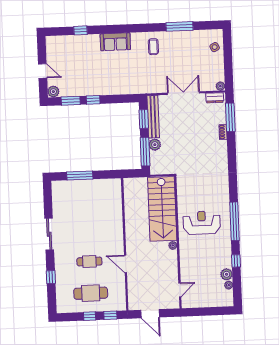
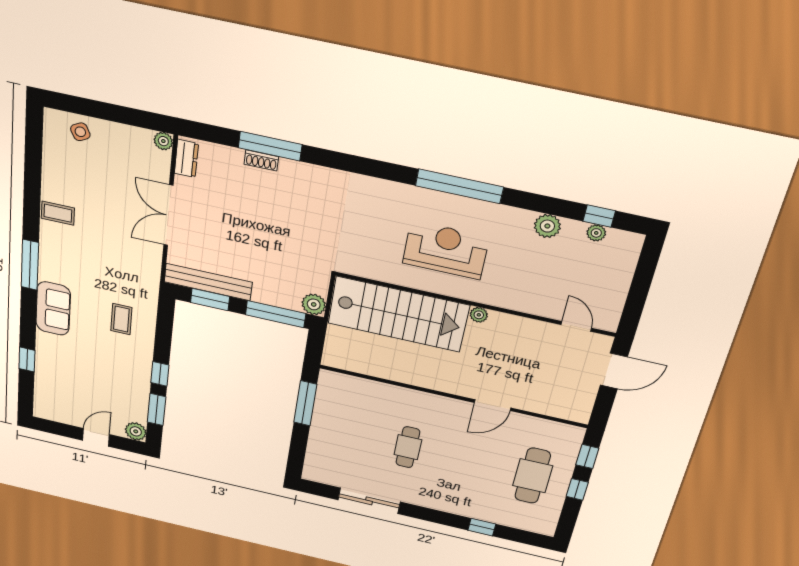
window: (180, 26) -> (30, 265), moved
coffee table: (153, 47) -> (58, 213), moved
coffee table: (120, 77) -> (121, 319), added
window: (230, 117) -> (270, 146), moved
plant: (155, 145) -> (314, 304), moved
window: (80, 176) -> (305, 403), moved
reception desk: (202, 223) -> (446, 250), turned 90
sliding door: (49, 234) -> (369, 501), moved
cafe table: (89, 261) -> (408, 447), moved
window: (236, 261) -> (599, 216), moved
plant: (227, 274) -> (547, 226), moved
door: (150, 314) -> (614, 371), moved

